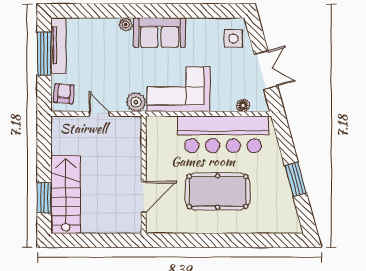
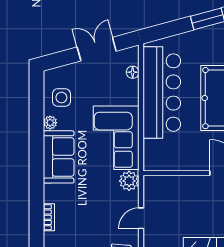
bookcase: (100, 23) -> (49, 217), added
plant: (126, 24) -> (50, 123), moved
side table: (233, 39) -> (61, 98), moved

